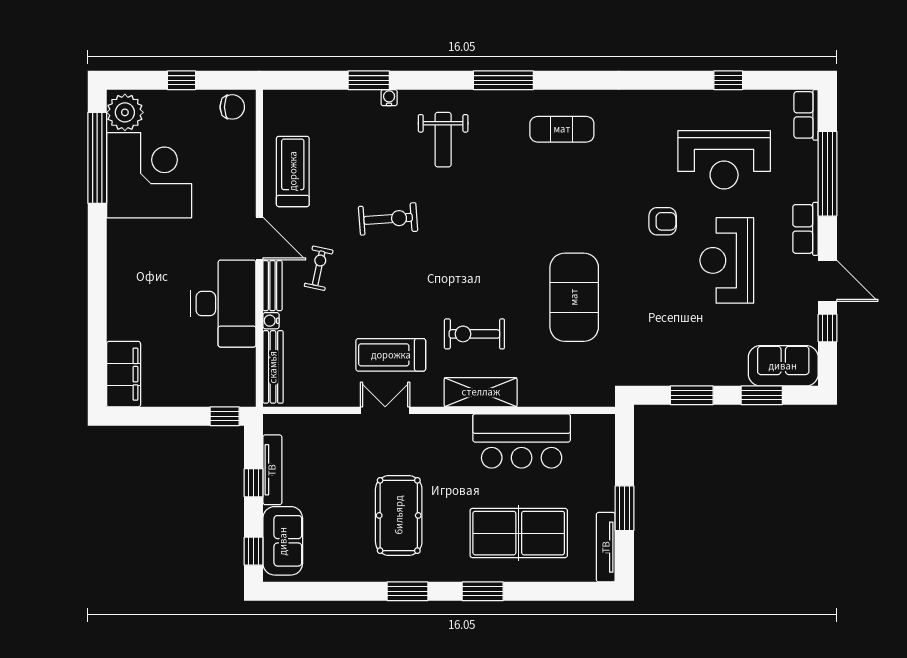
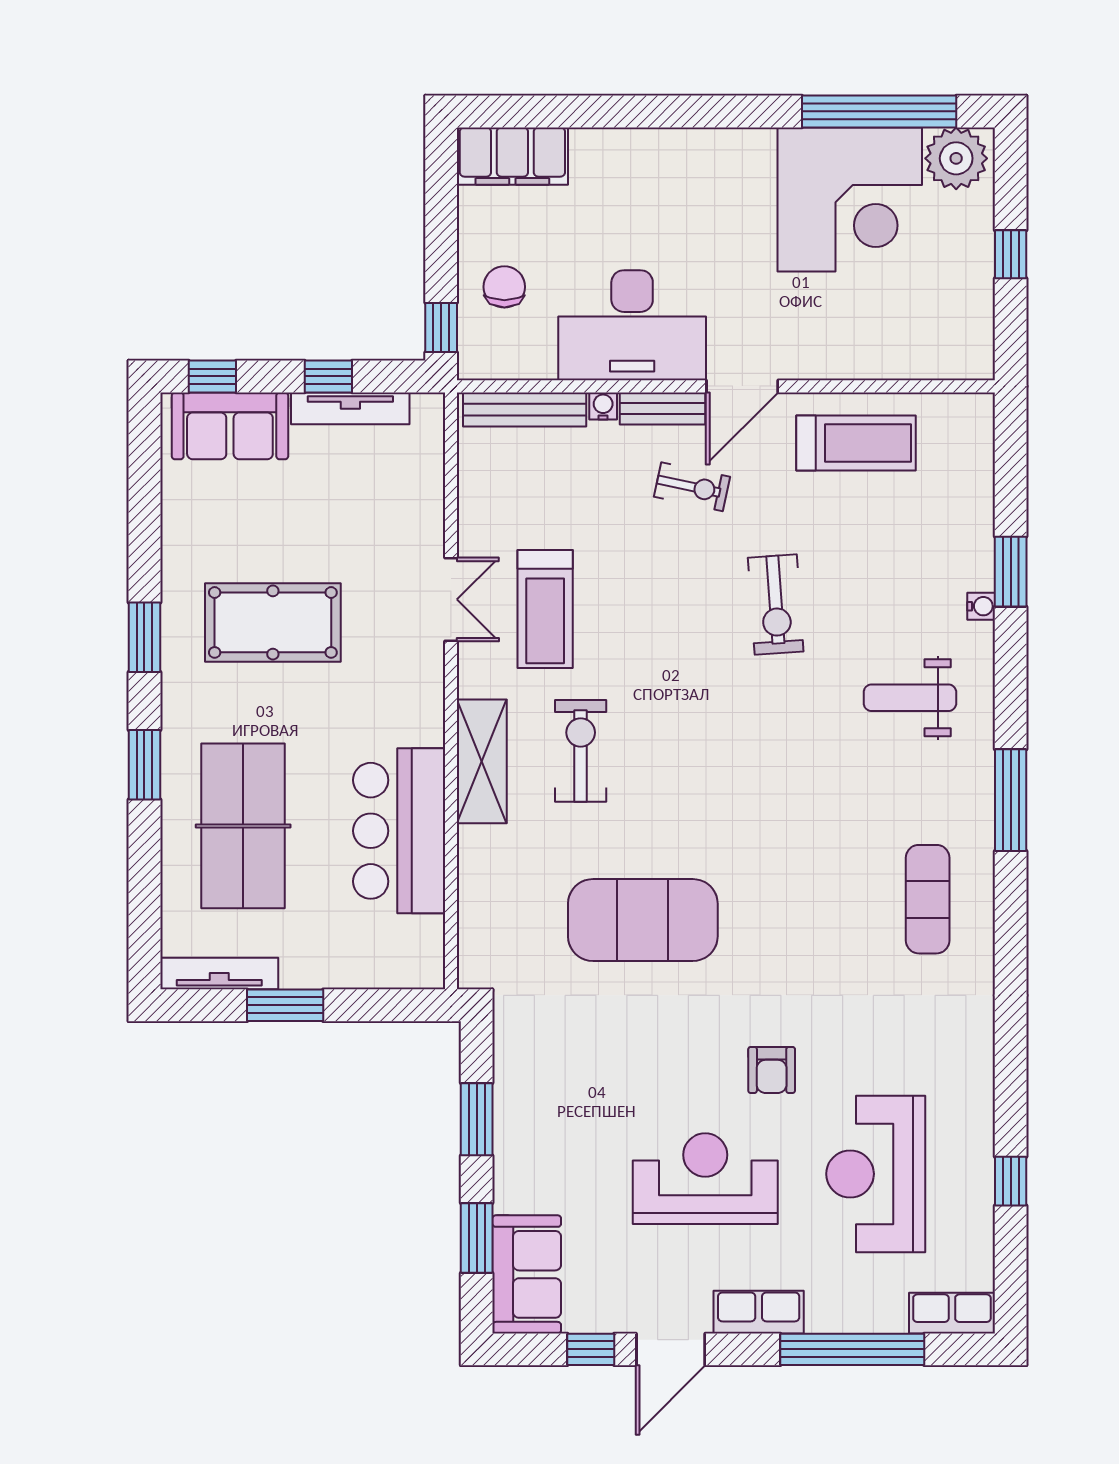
chair: (232, 107) -> (504, 287), moved, turned 180
treadmill: (391, 355) -> (545, 609), turned 180

